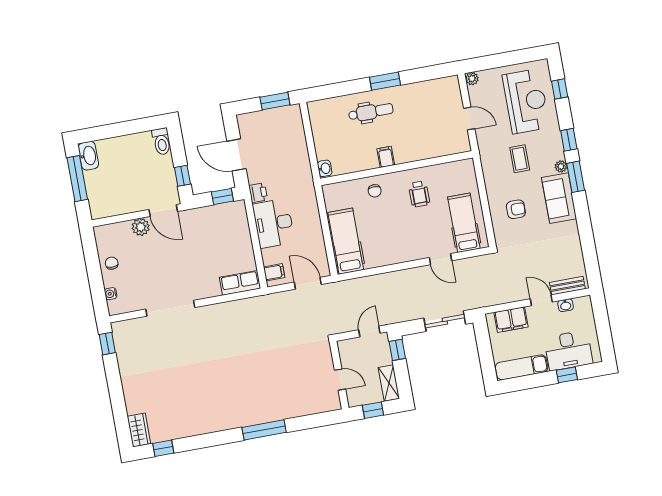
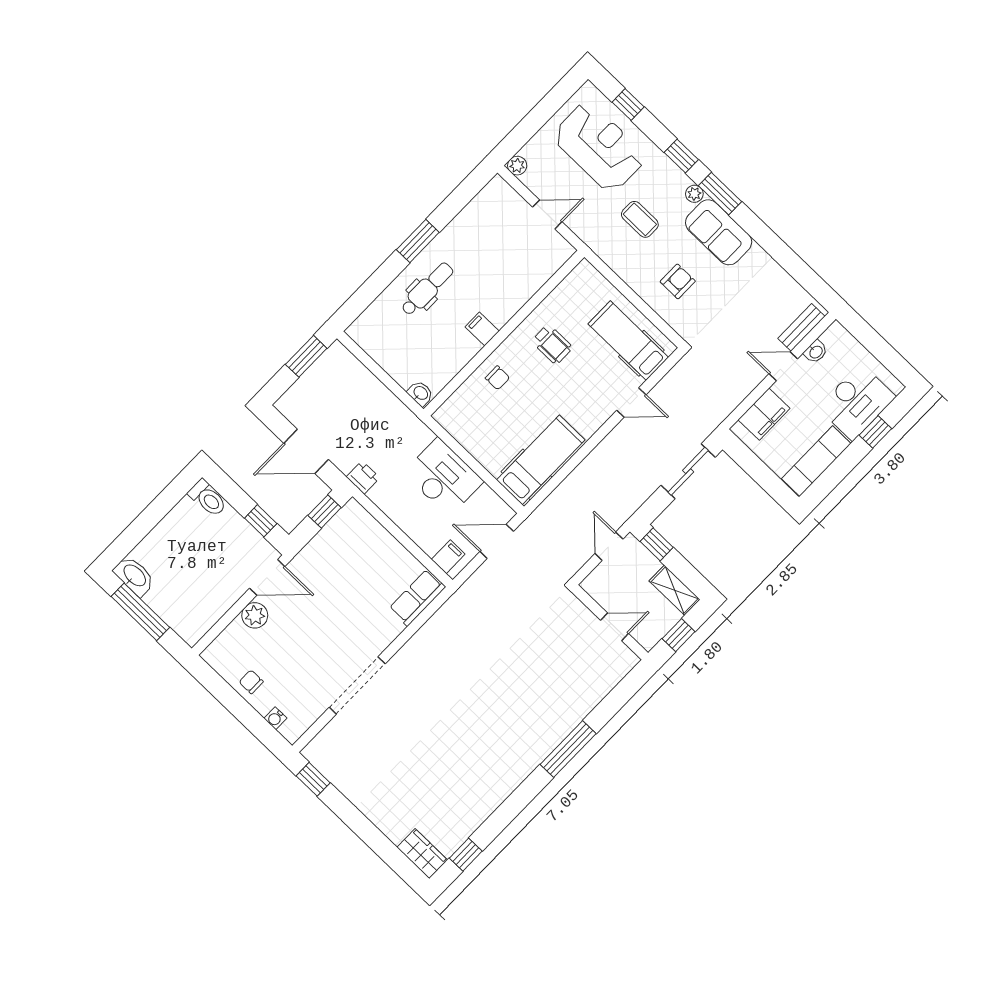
desk: (274, 223) -> (443, 477), moved, turned 180
hospital bed: (346, 241) -> (541, 460), moved, turned 90

